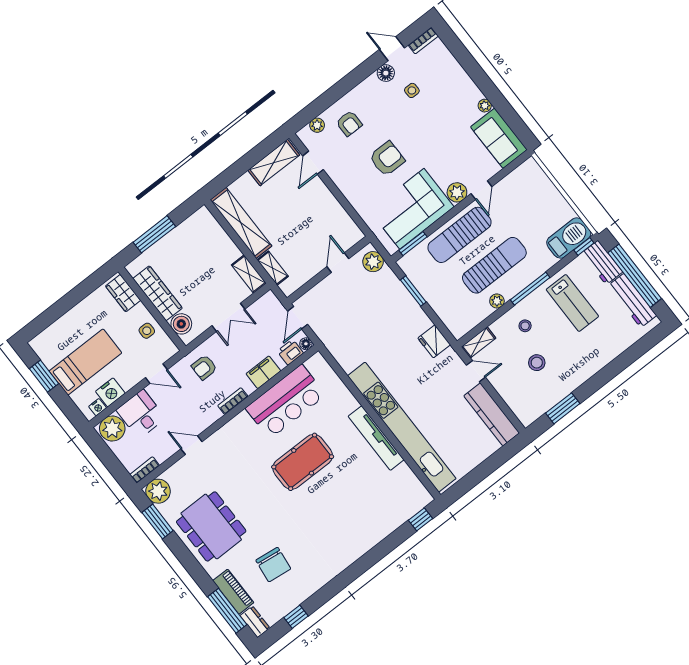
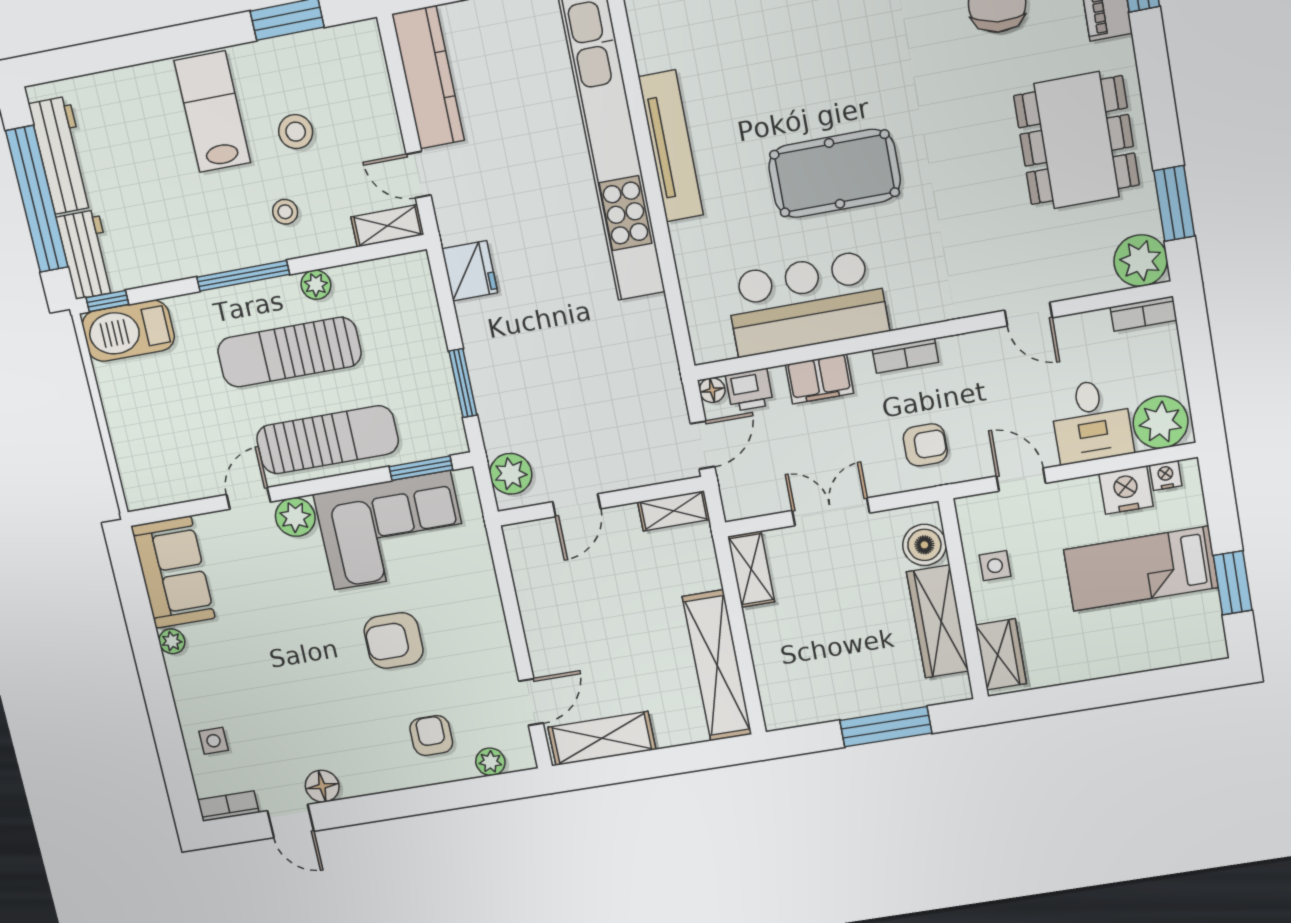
side table: (412, 90) -> (214, 741), moved
shelving: (273, 268) -> (674, 511), moved, turned 90
lab bench: (572, 303) -> (212, 112), moved

